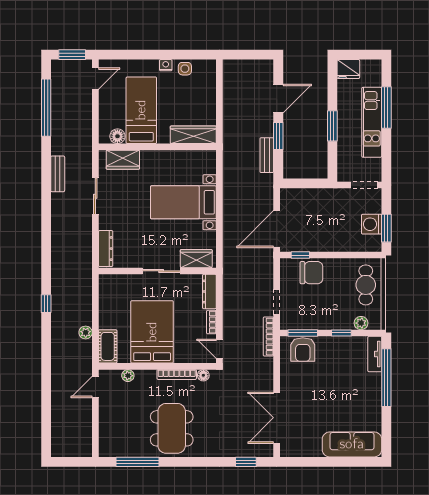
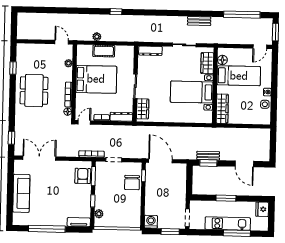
door: (95, 78) -> (260, 47), hinge flipped
window: (278, 136) -> (208, 163), moved
bed with nightstands: (183, 202) -> (192, 92), moved, turned -90
washing machine: (372, 224) -> (151, 222), moved
window: (386, 228) -> (170, 232), moved
cafe table: (366, 285) -> (123, 217), removed
cot: (108, 346) -> (104, 51), moved
armchair: (303, 349) -> (83, 176), turned 90
window: (386, 378) -> (47, 229), moved
dining table: (172, 428) -> (34, 91), turned 90
sofa: (352, 444) -> (21, 193), moved
window: (137, 462) -> (13, 68), width x0.46

